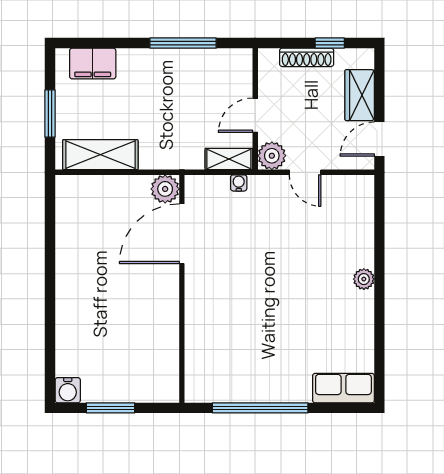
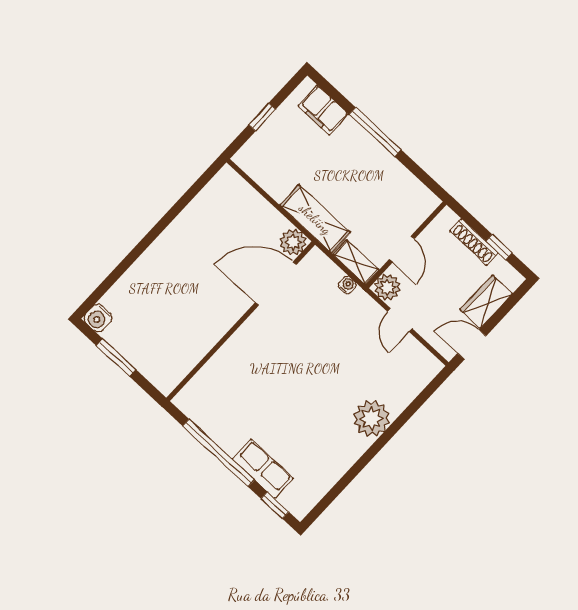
window: (183, 43) -> (375, 132), moved
window: (50, 114) -> (262, 117), width x0.67
door: (255, 115) -> (402, 249), swing flipped
shelving: (100, 155) -> (315, 219), moved
plant: (364, 279) -> (371, 419), width x1.88, depth x1.88
row of seats: (343, 388) -> (263, 469), moved
window: (342, 408) -> (275, 505), added

